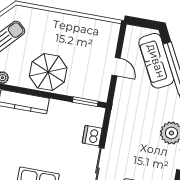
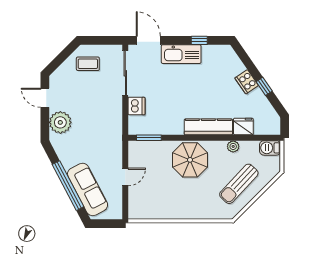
door: (116, 67) -> (125, 177), swing flipped

